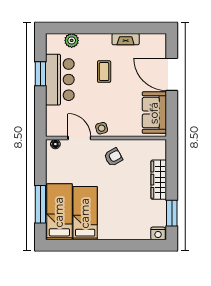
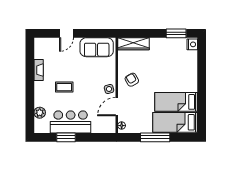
door: (172, 74) -> (67, 33), width x0.53
wardrobe: (159, 180) -> (133, 44), moved
window: (40, 204) -> (155, 137), moved

